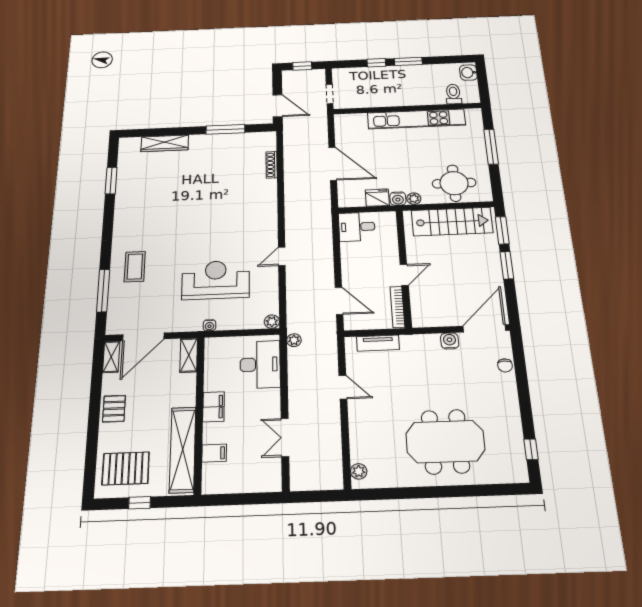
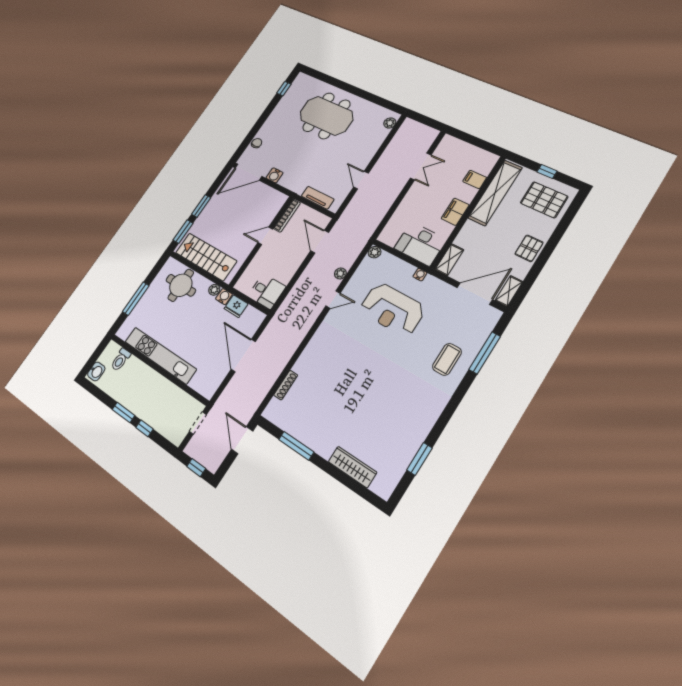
plant: (294, 340) -> (340, 273), moved
desk: (260, 364) -> (420, 244), moved, turned -90

